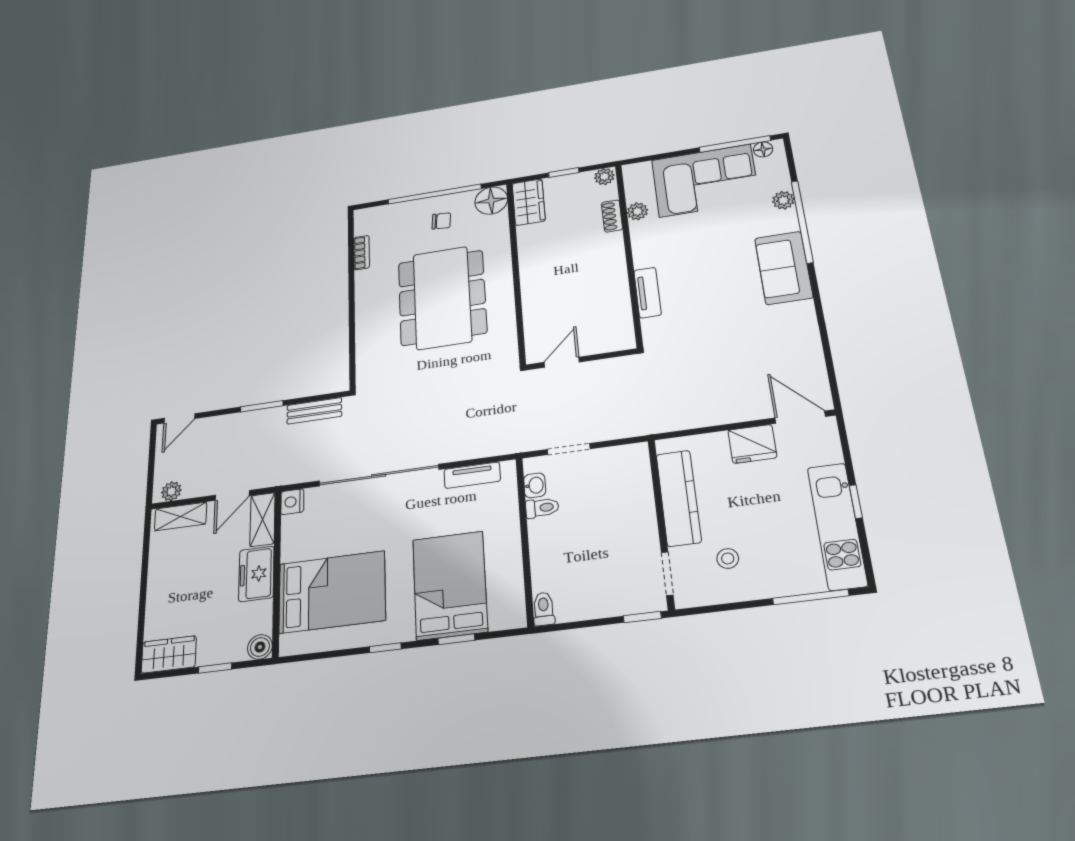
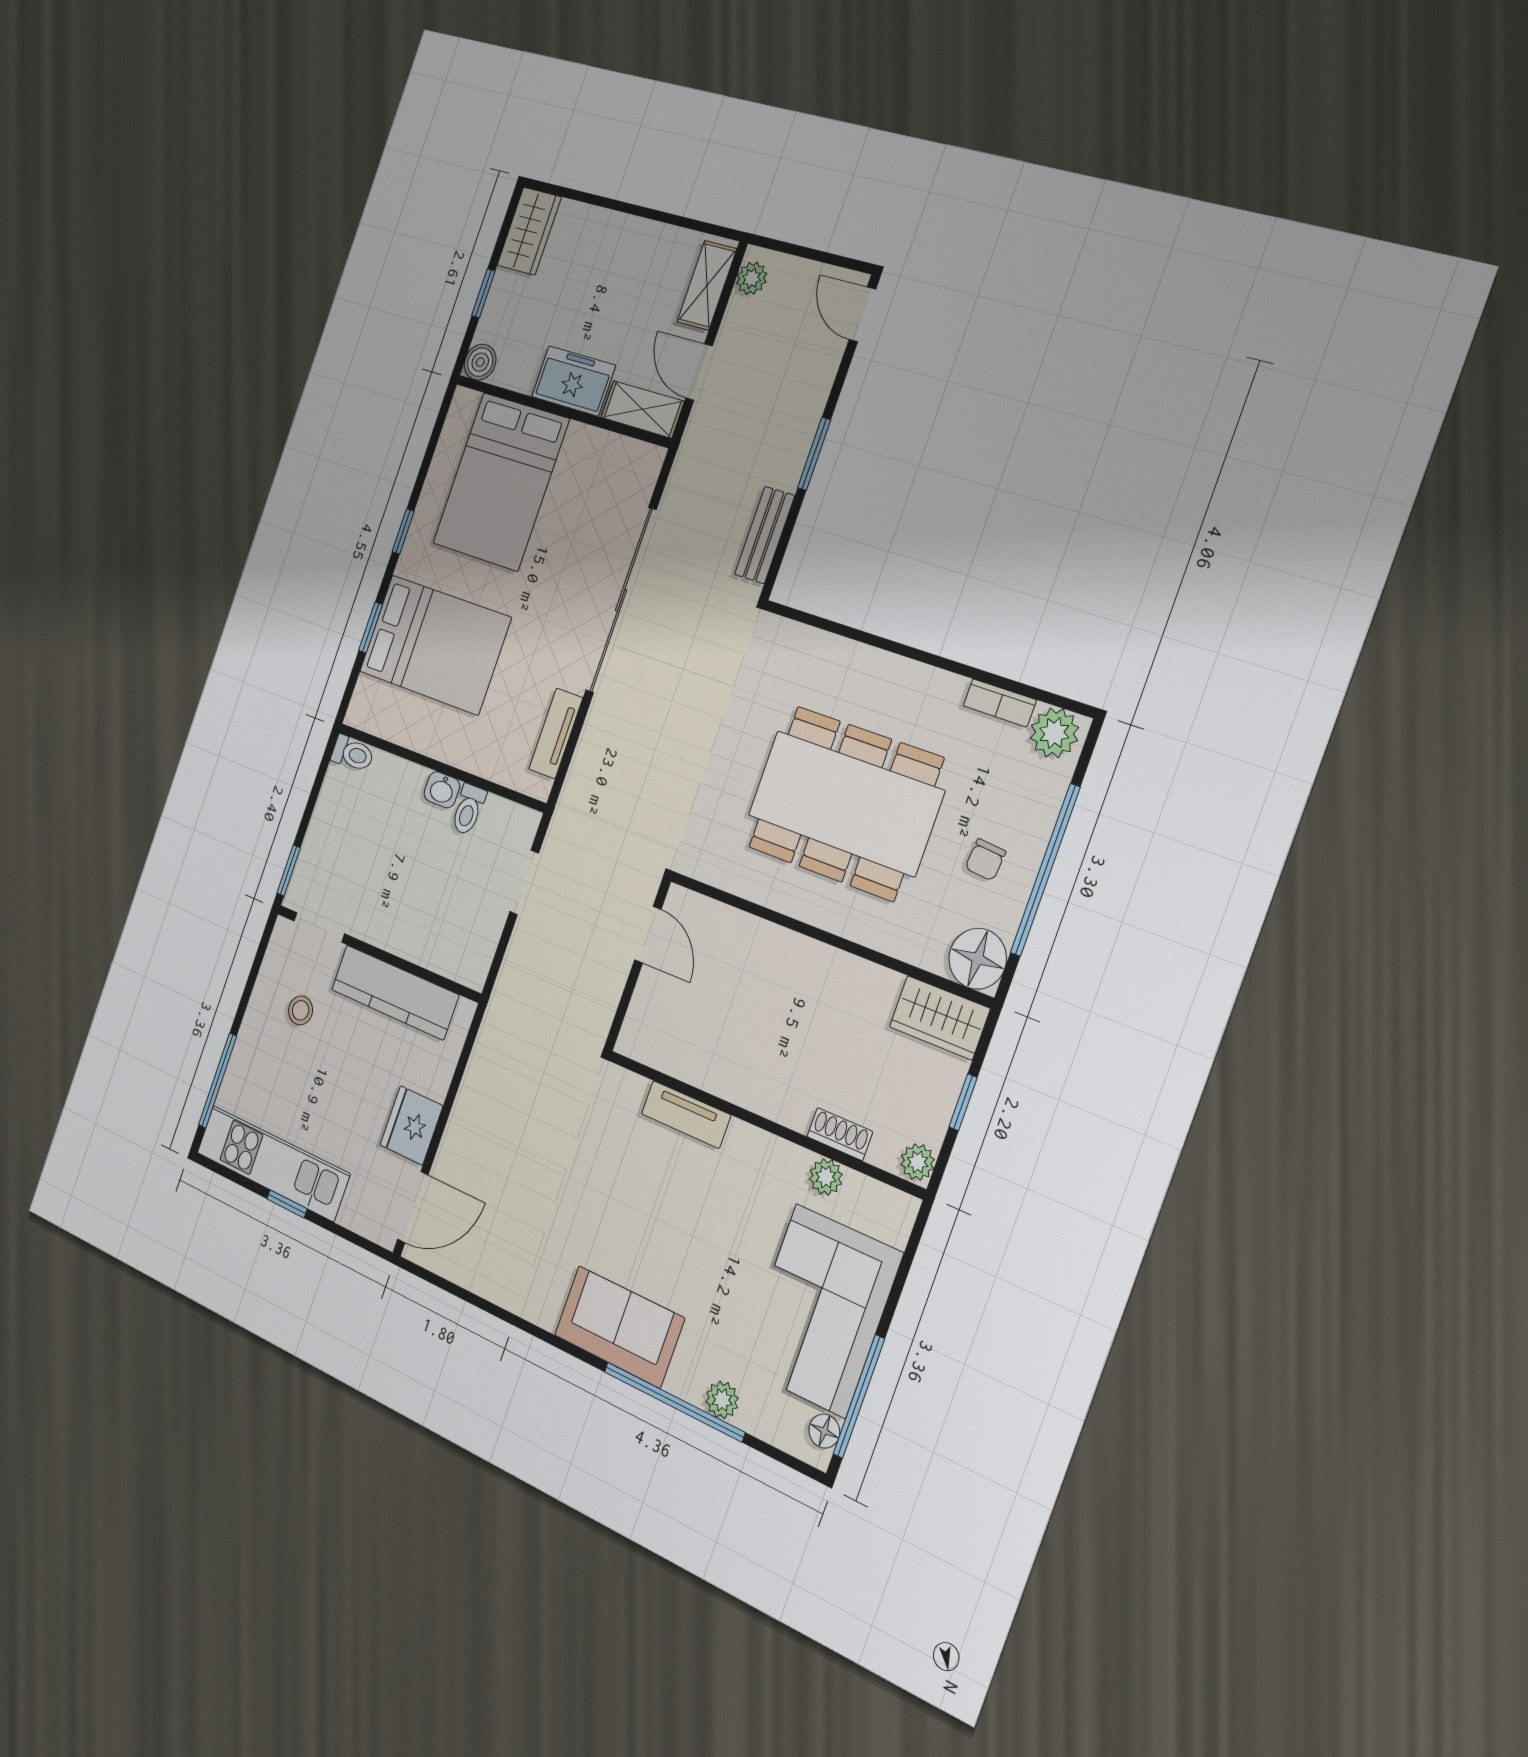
plant: (367, 222) -> (1054, 733), added
washbasin: (535, 485) -> (442, 790), moved
nightstand: (292, 502) -> (646, 461), removed

